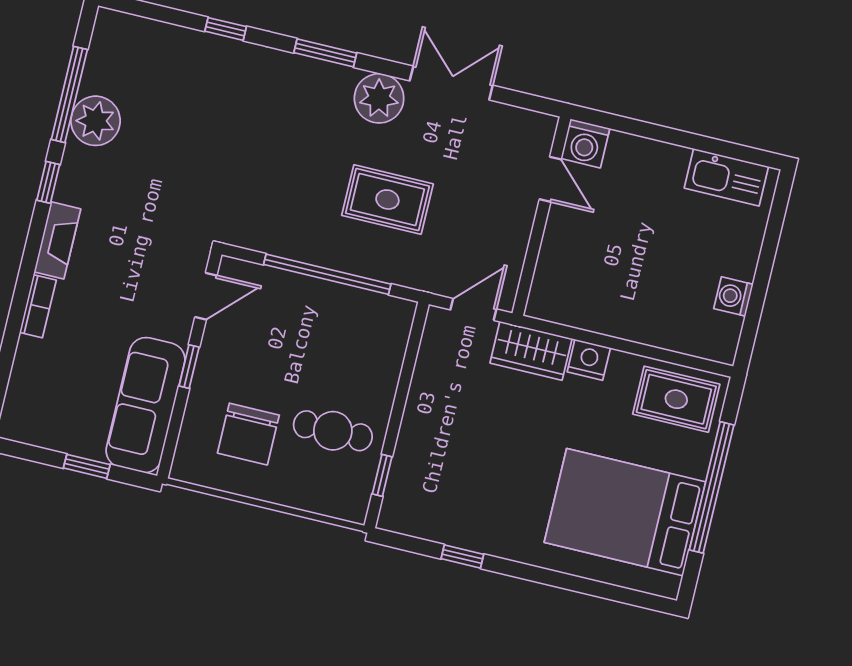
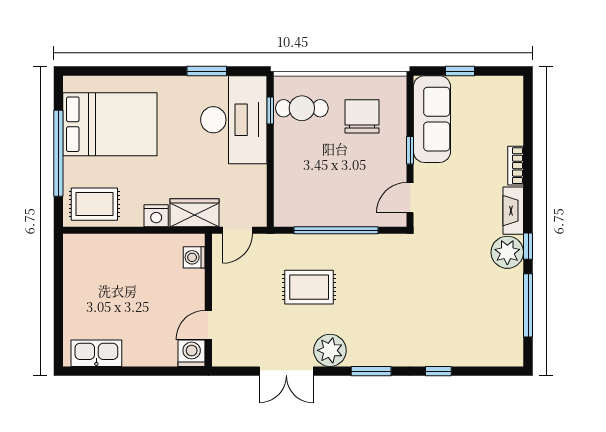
plant: (96, 121) -> (507, 252), moved
door: (550, 179) -> (208, 325), hinge flipped
washing machine: (733, 296) -> (194, 257), moved, turned 180
cafe table: (333, 431) -> (302, 108), moved
desk: (440, 475) -> (234, 120), added
window: (462, 556) -> (207, 71), width x1.50

